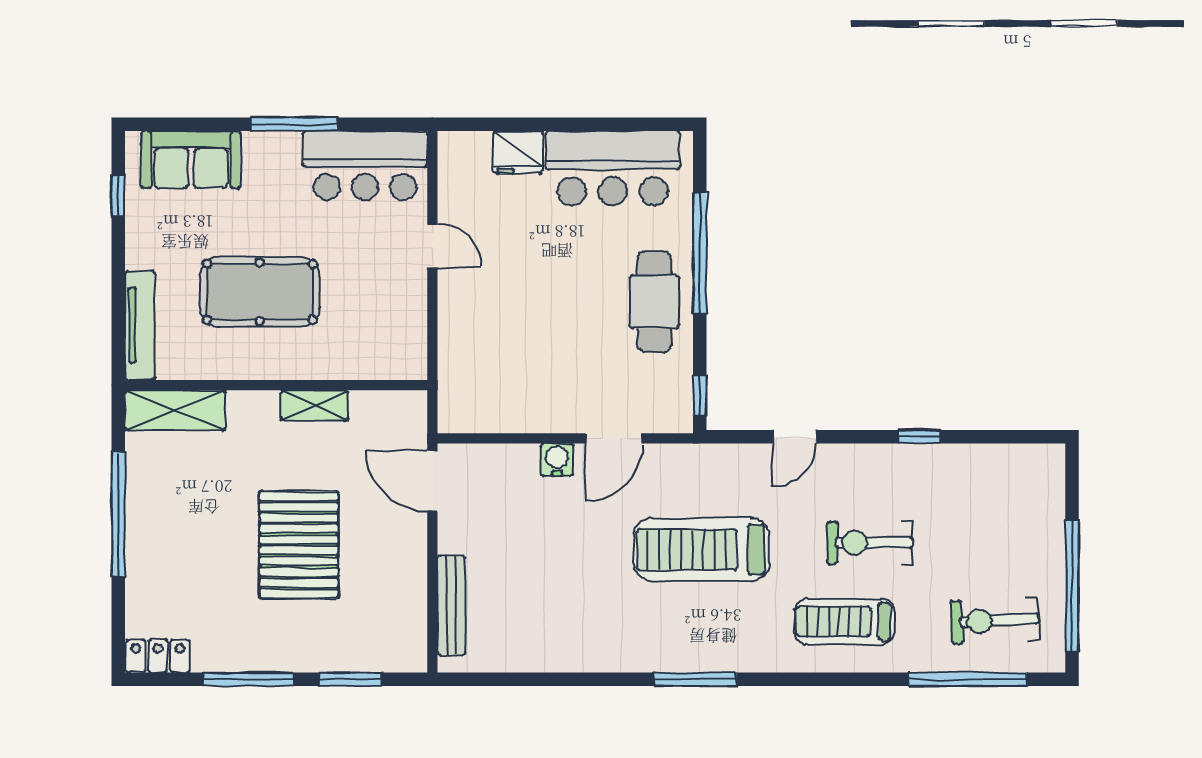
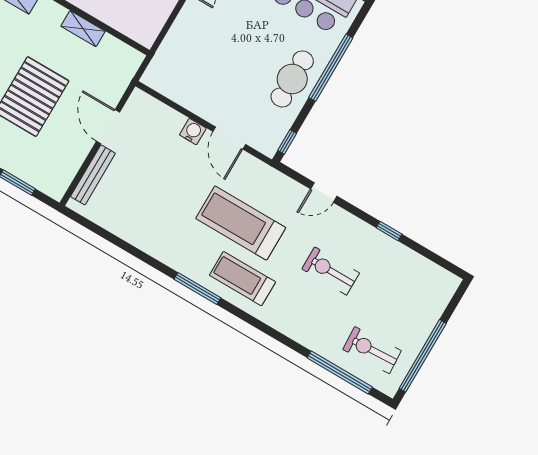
door: (614, 438) -> (229, 138), hinge flipped
door: (432, 481) -> (108, 127), moved
treadmill: (845, 621) -> (242, 279), moved

